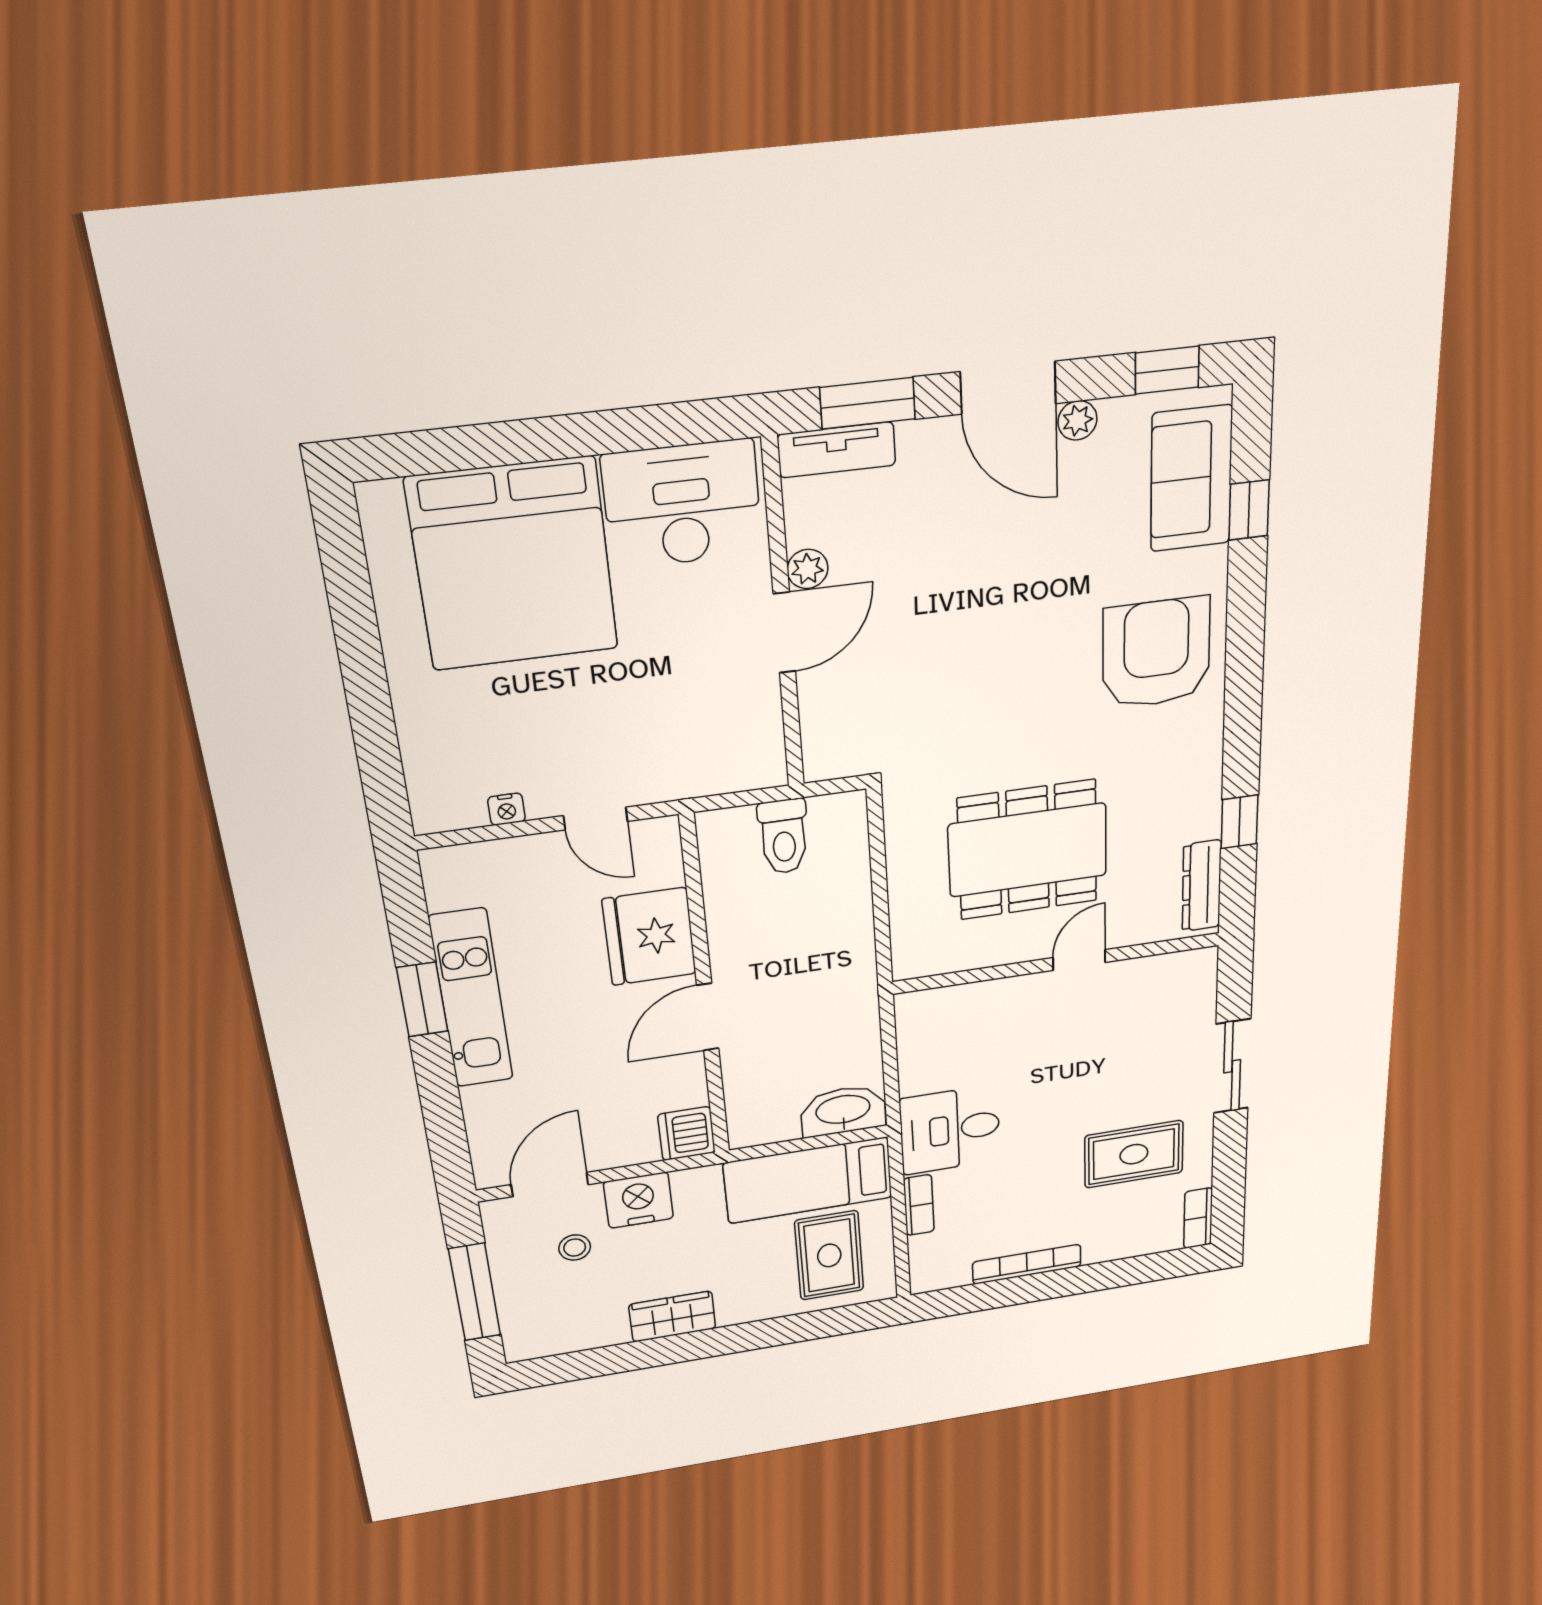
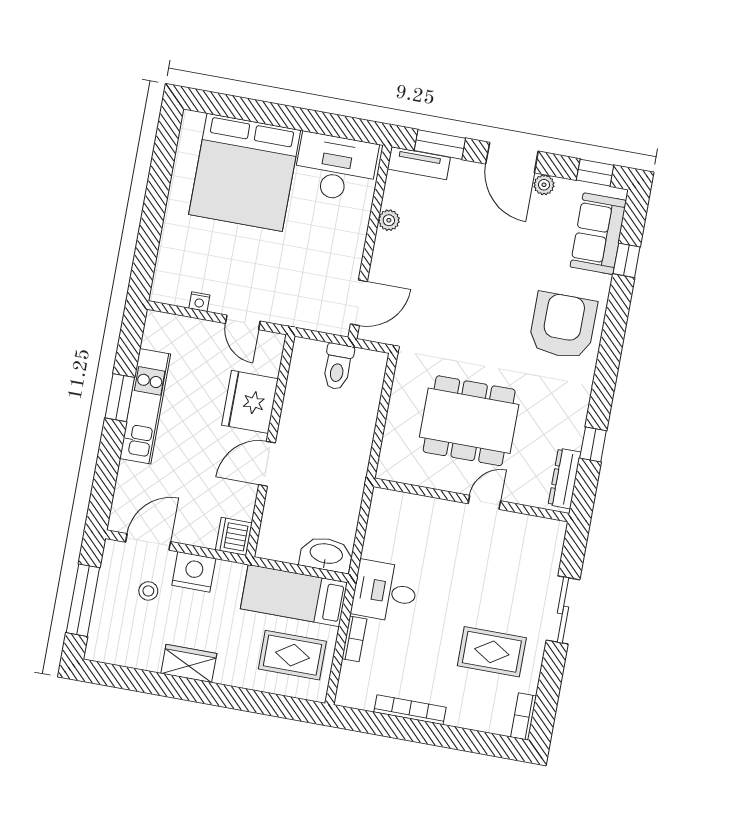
door: (784, 633) -> (359, 303), moved
rug: (829, 1255) -> (292, 655), turned 90

